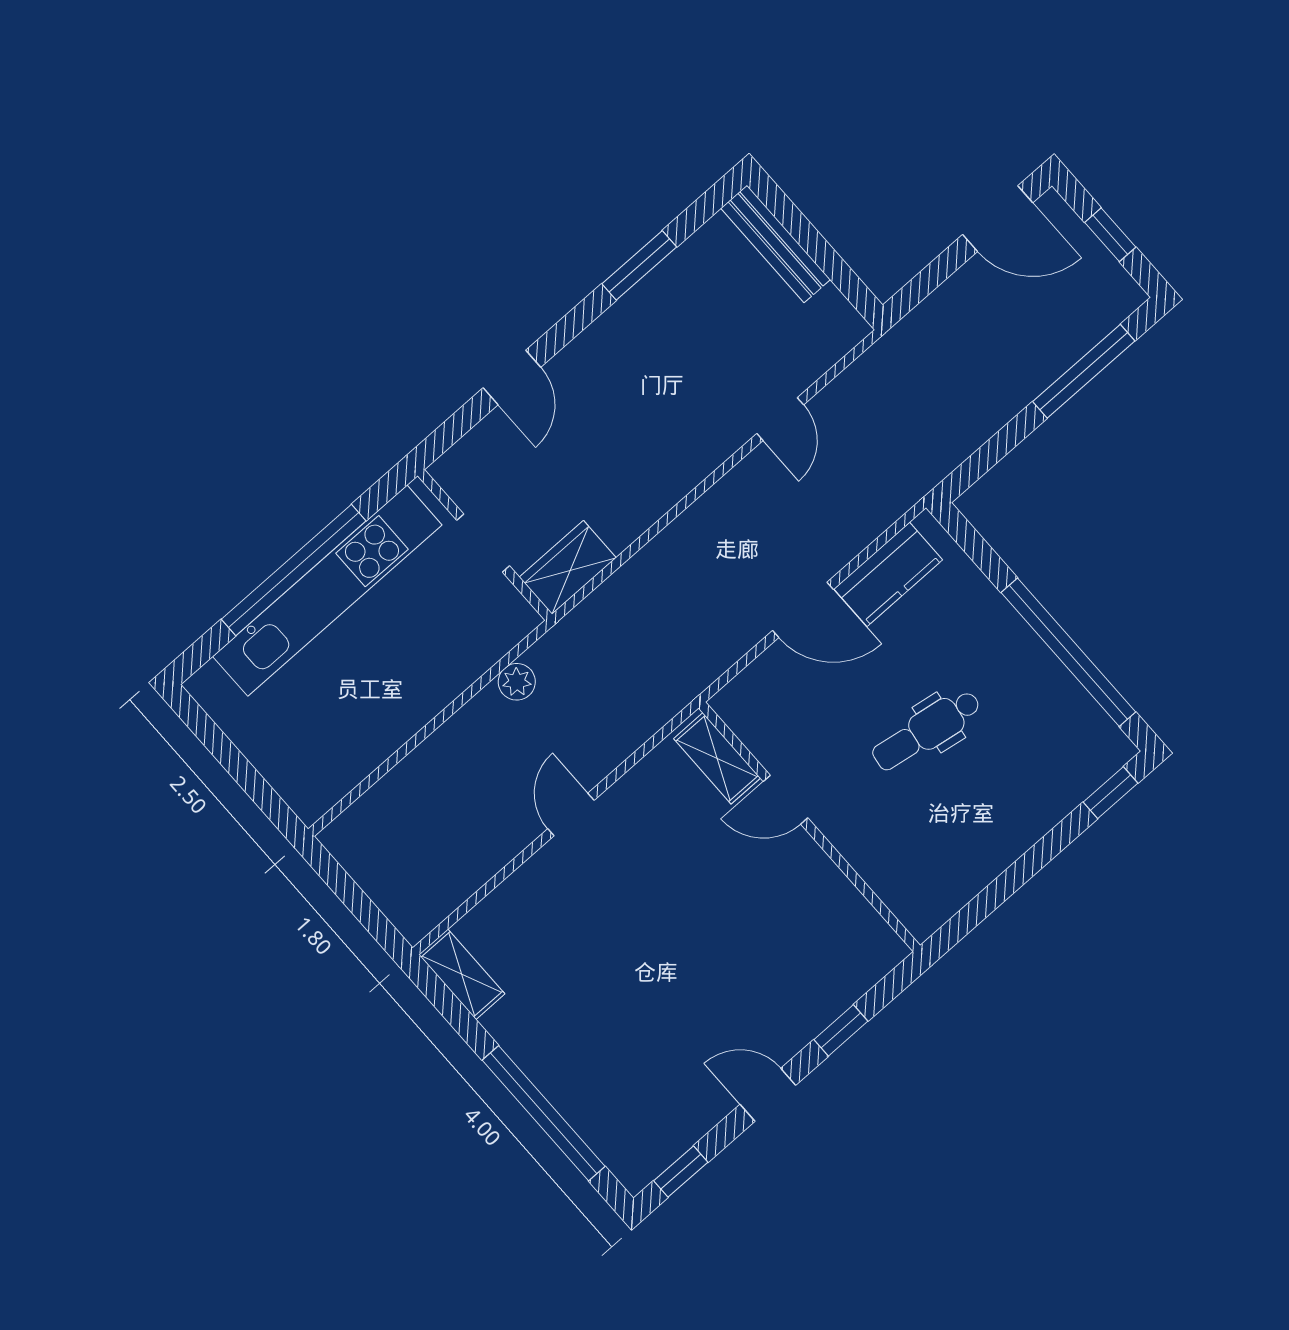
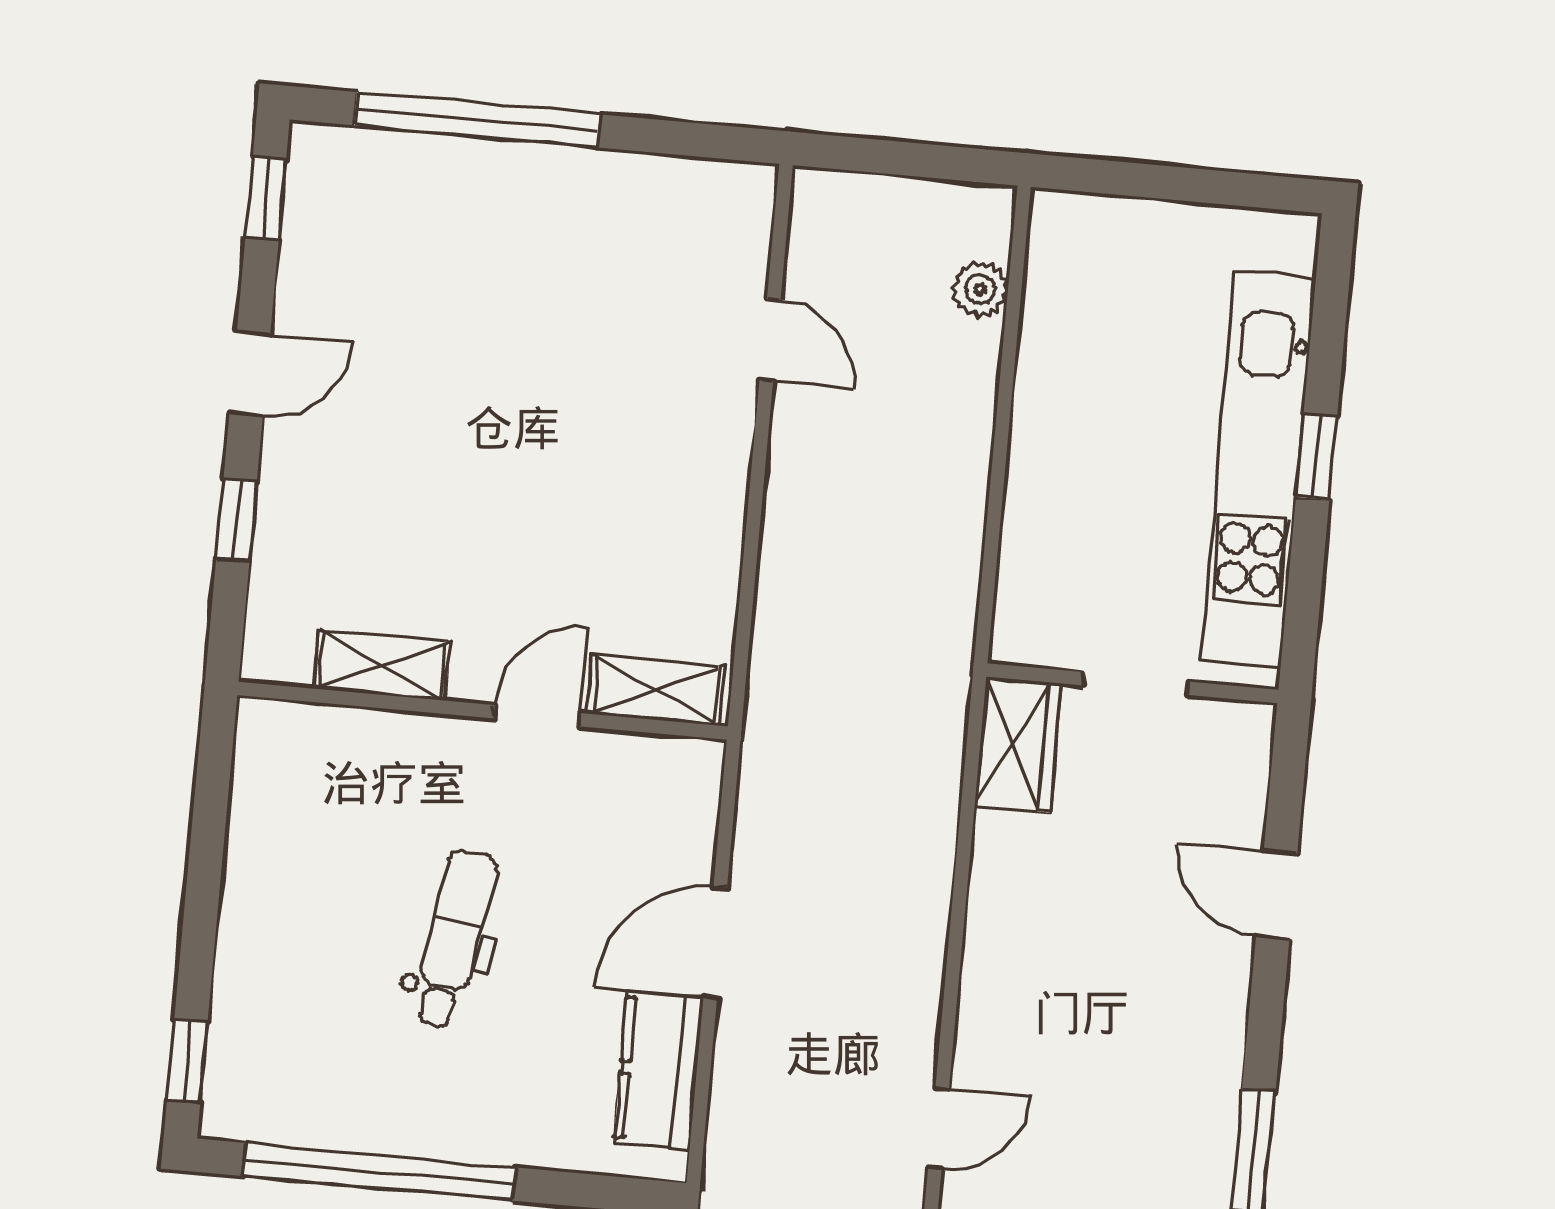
door: (780, 419) -> (938, 1128), swing flipped
window: (294, 570) -> (1316, 457), width x0.32
plant: (517, 682) -> (980, 289), moved
door: (571, 814) -> (770, 340), moved
shelving: (462, 974) -> (382, 665), moved

